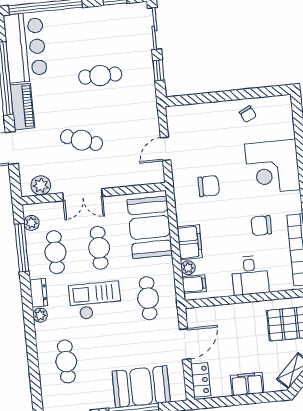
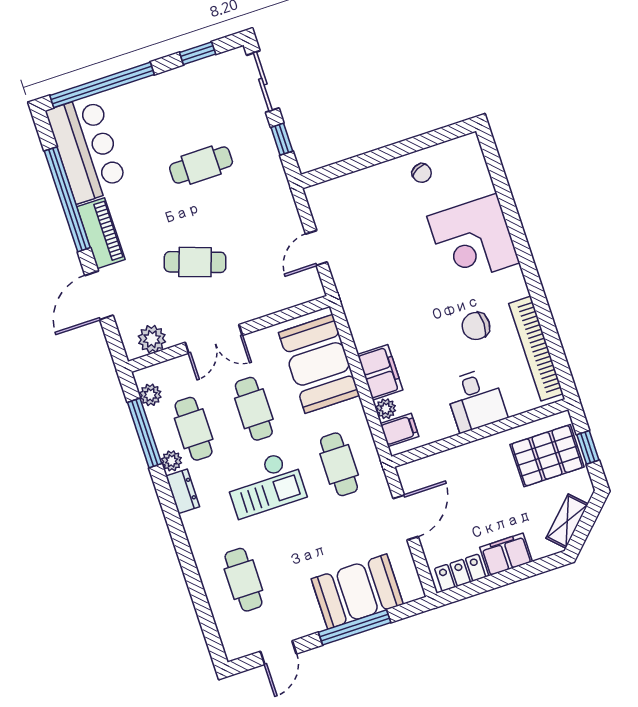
chair: (209, 186) -> (389, 287), removed
checkout: (95, 300) -> (265, 484), turned 180
plant: (40, 315) -> (172, 461), moved
locker: (201, 380) -> (460, 573), moved, turned -90

